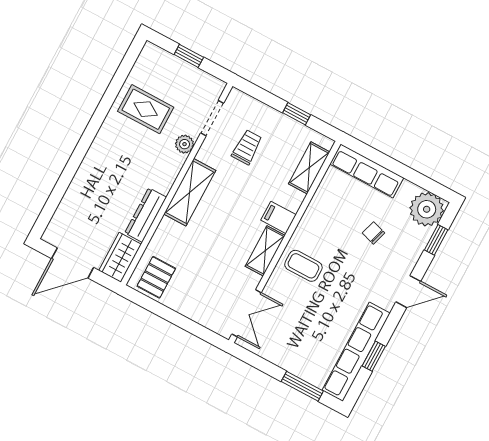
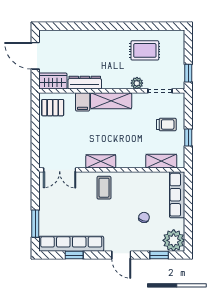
window: (189, 56) -> (188, 73), moved
rug: (146, 109) -> (145, 50), turned 90
trolley: (247, 147) -> (166, 124), moved
filing cabinet: (278, 217) -> (83, 102), moved, turned 180

